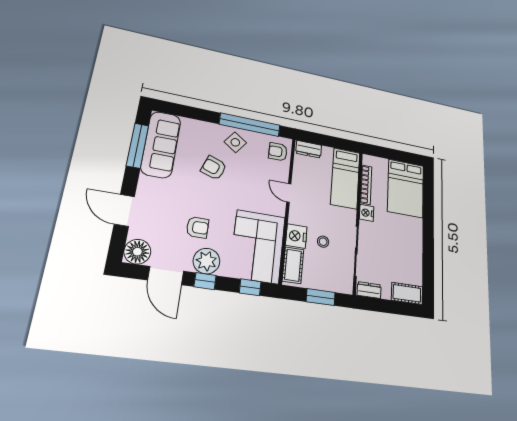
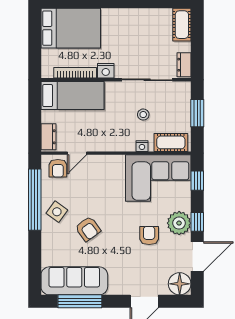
armchair: (214, 168) -> (88, 229), turned -56
door: (289, 193) -> (77, 153), moved
nightstand: (296, 236) -> (142, 146), width x0.53, depth x0.56

